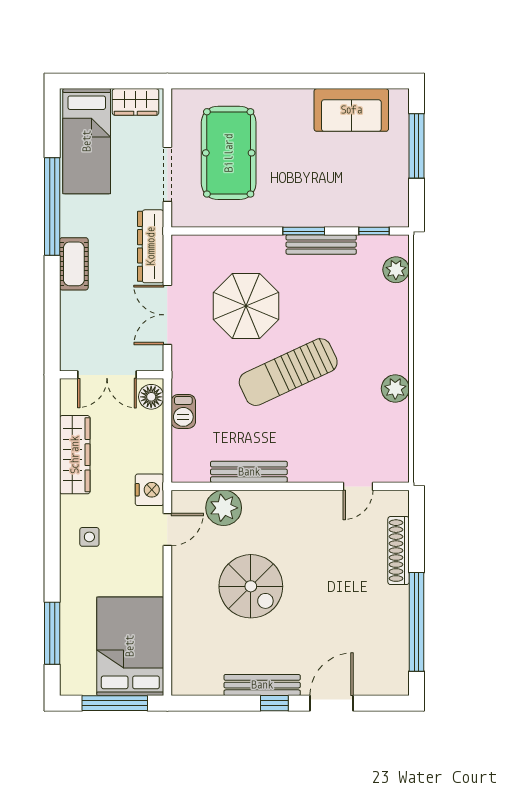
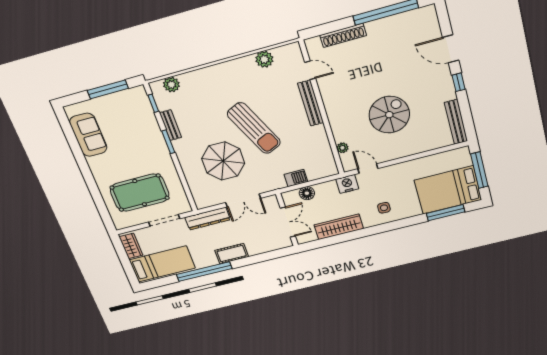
window: (417, 146) -> (108, 89), moved
bench: (321, 245) -> (170, 125), width x0.73
plant: (395, 389) -> (264, 59), moved
floor lamp: (151, 397) -> (307, 193), moved
bench: (249, 472) -> (311, 103), moved
plant: (224, 508) -> (342, 148), width x0.53, depth x0.53
bed: (130, 646) -> (448, 190), moved
bench: (262, 685) -> (456, 122), moved

